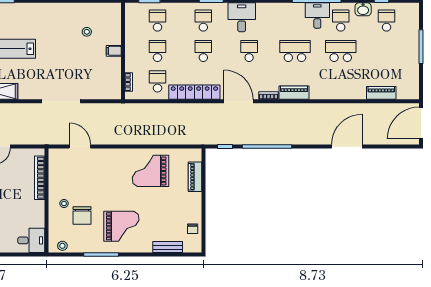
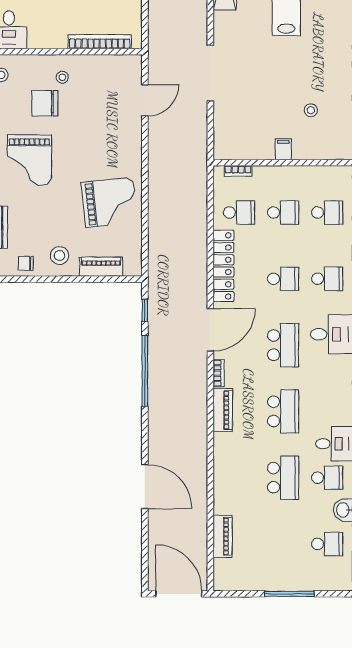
school desk: (249, 51) -> (283, 345), width x1.85
grand piano: (150, 171) -> (109, 202), turned 84
stool: (187, 205) -> (60, 255), added

